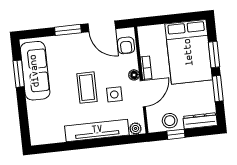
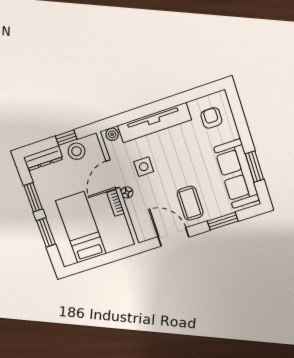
window: (68, 30) -> (223, 221), moved
armchair: (126, 45) -> (211, 118), moved
bed: (189, 52) -> (81, 227), width x0.67
coffee table: (87, 88) -> (190, 203), moved

